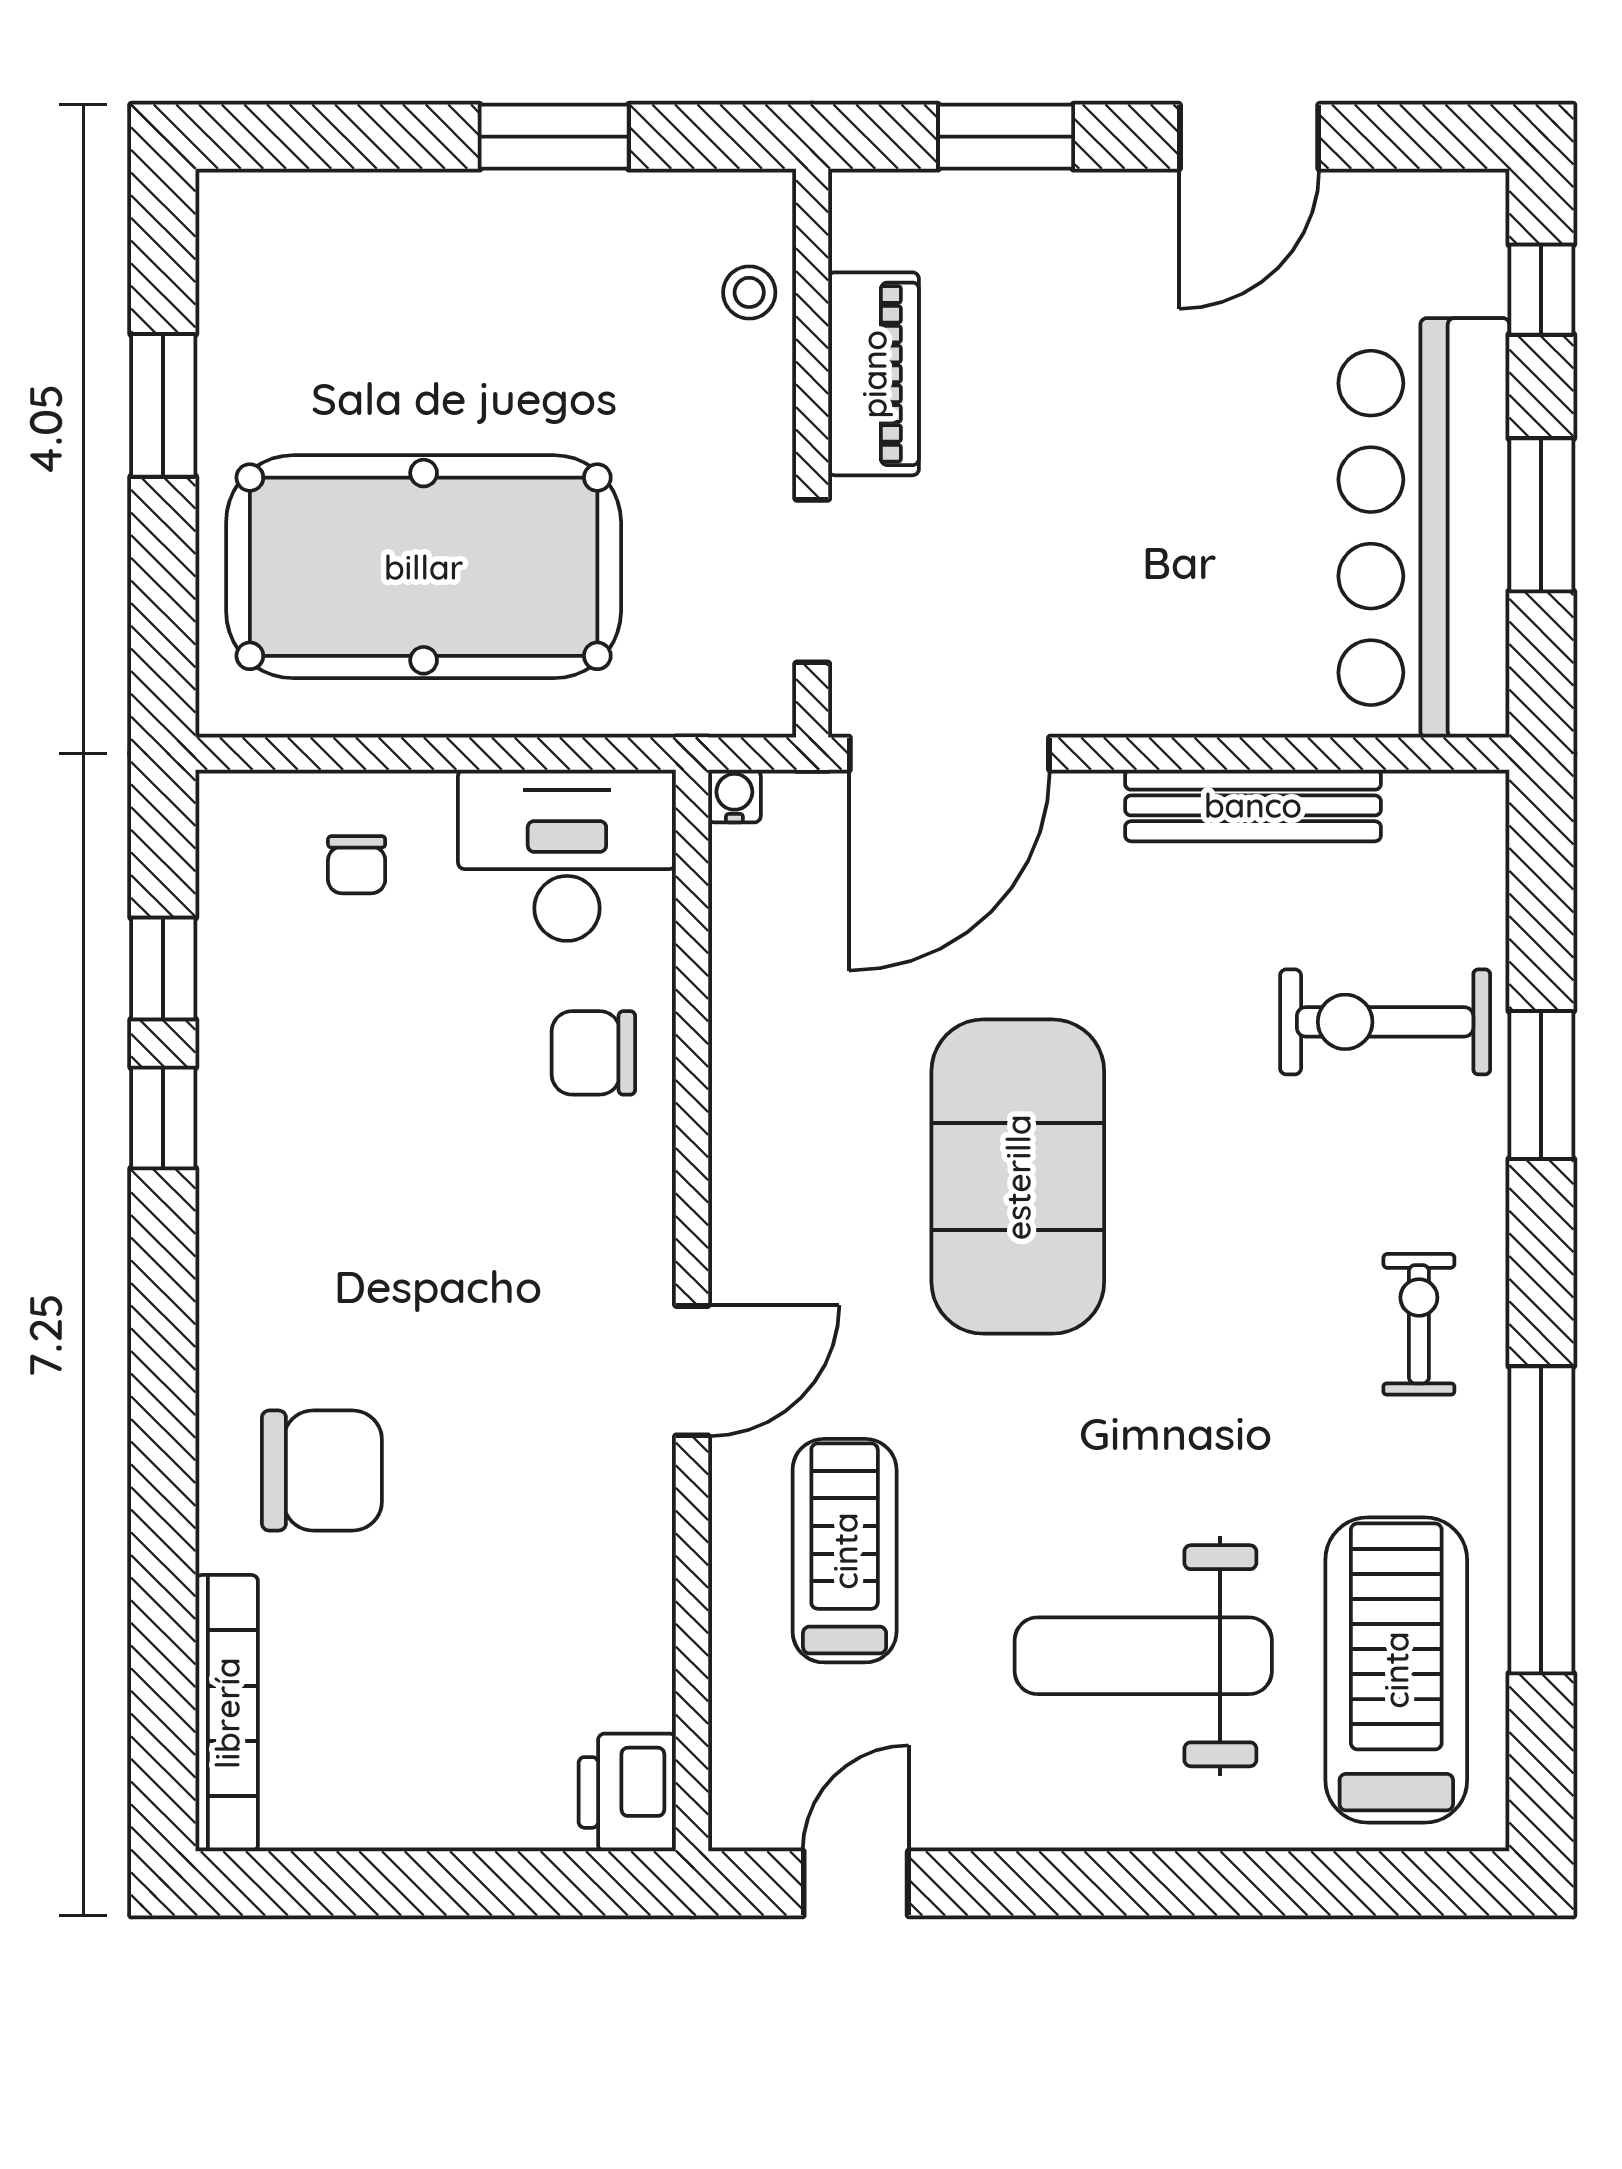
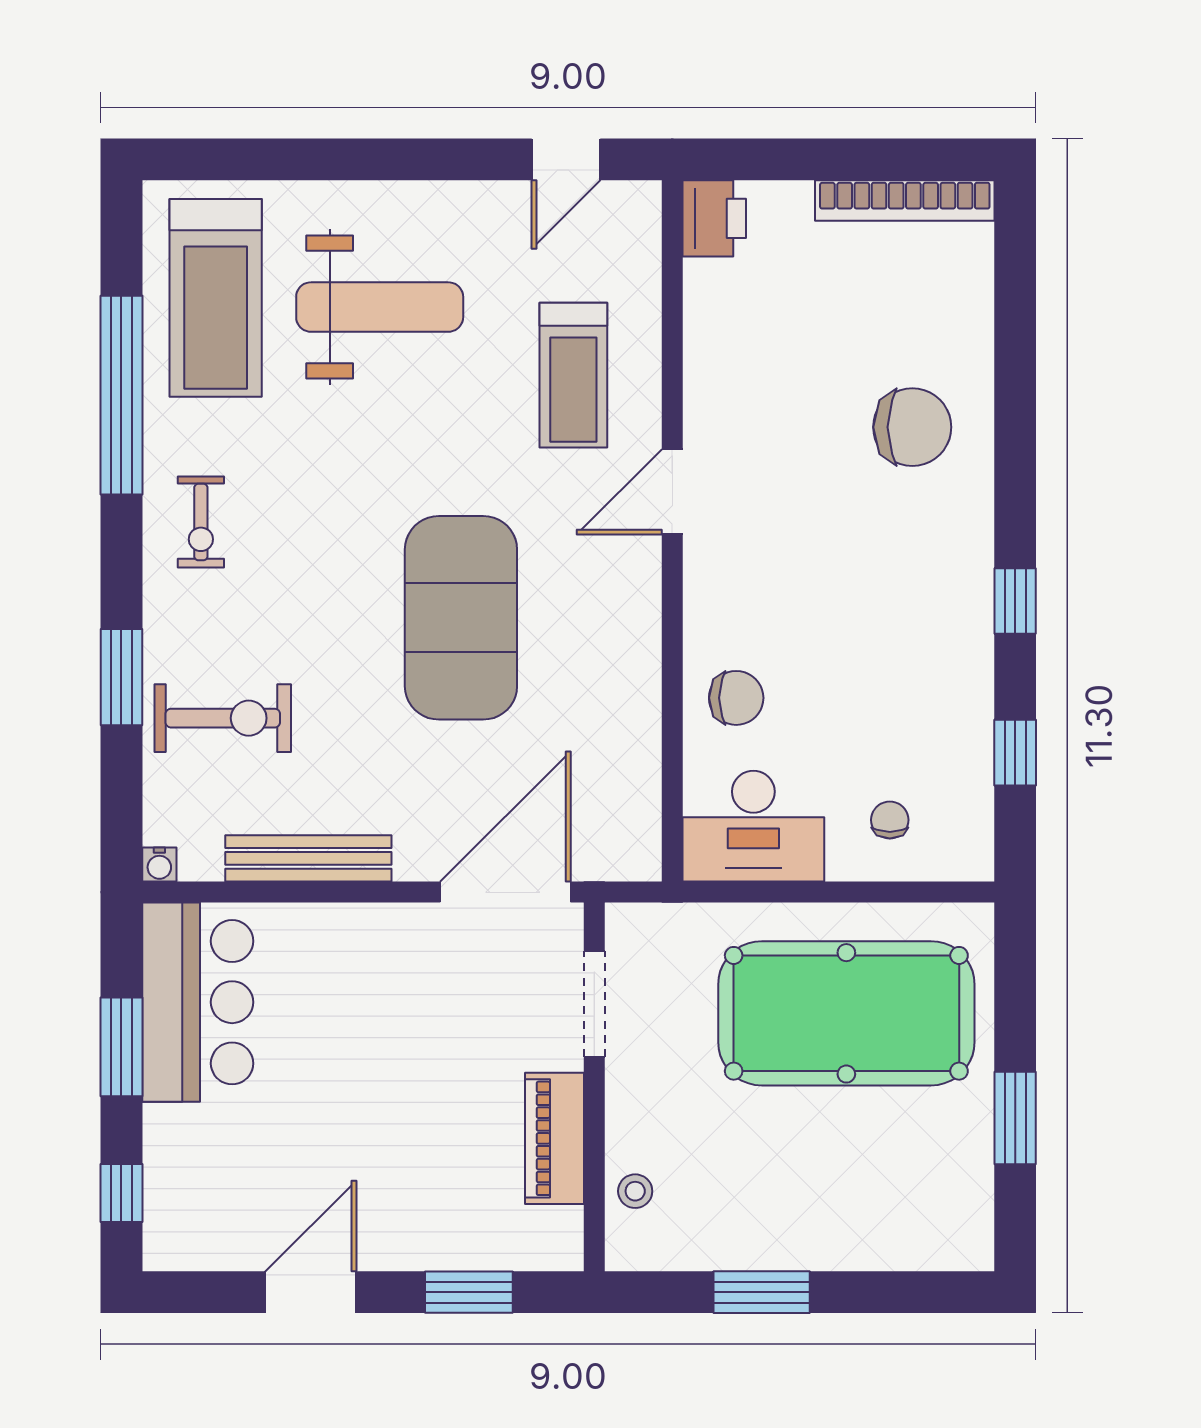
bar counter: (1424, 528) -> (198, 1002), width x0.73
water cooler: (734, 796) -> (159, 865), moved
window: (163, 1118) -> (1015, 601), moved
chair: (322, 1471) -> (912, 427), turned 180
bookcase: (227, 1713) -> (905, 201), moved, turned -90

